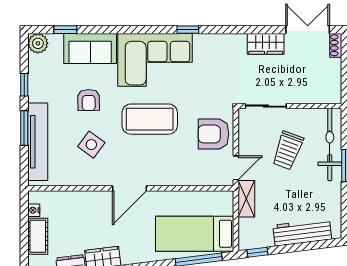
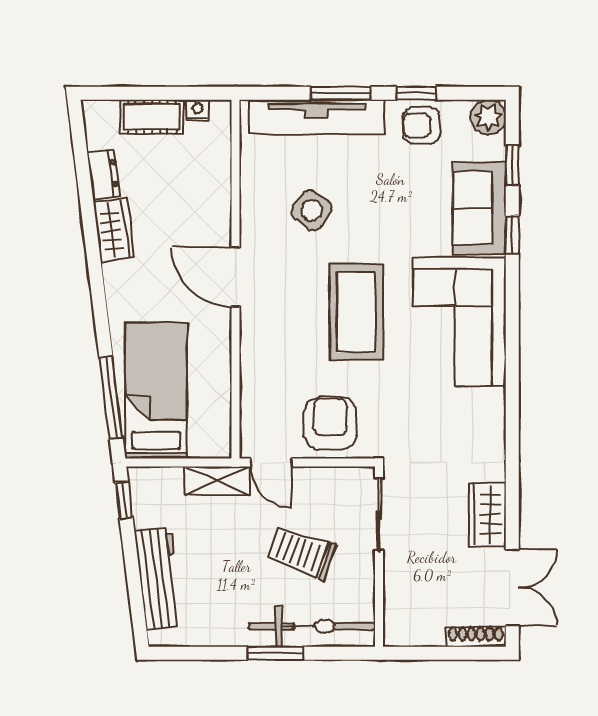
window: (188, 30) -> (512, 234), moved
shoe rack: (336, 45) -> (476, 637), width x1.43
armchair: (89, 100) -> (421, 125), moved

